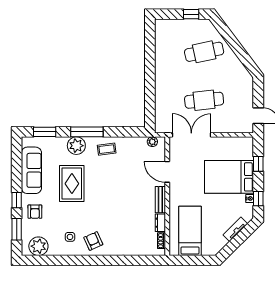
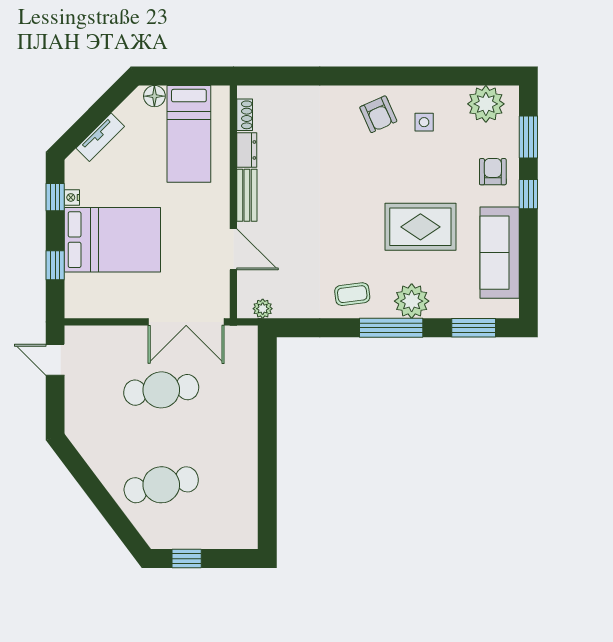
rug: (72, 184) -> (420, 227), turned 90
floor lamp: (208, 250) -> (154, 96), added

